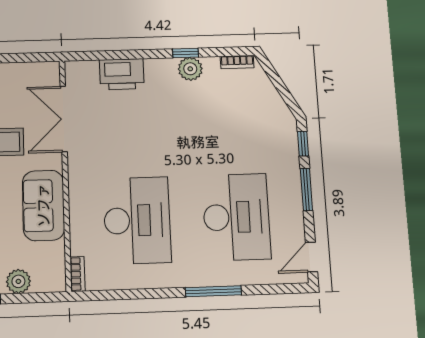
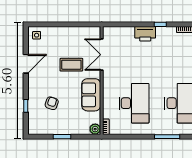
plant: (190, 69) -> (162, 32), removed
printer: (122, 74) -> (145, 34), moved
plant: (18, 281) -> (95, 129), moved

